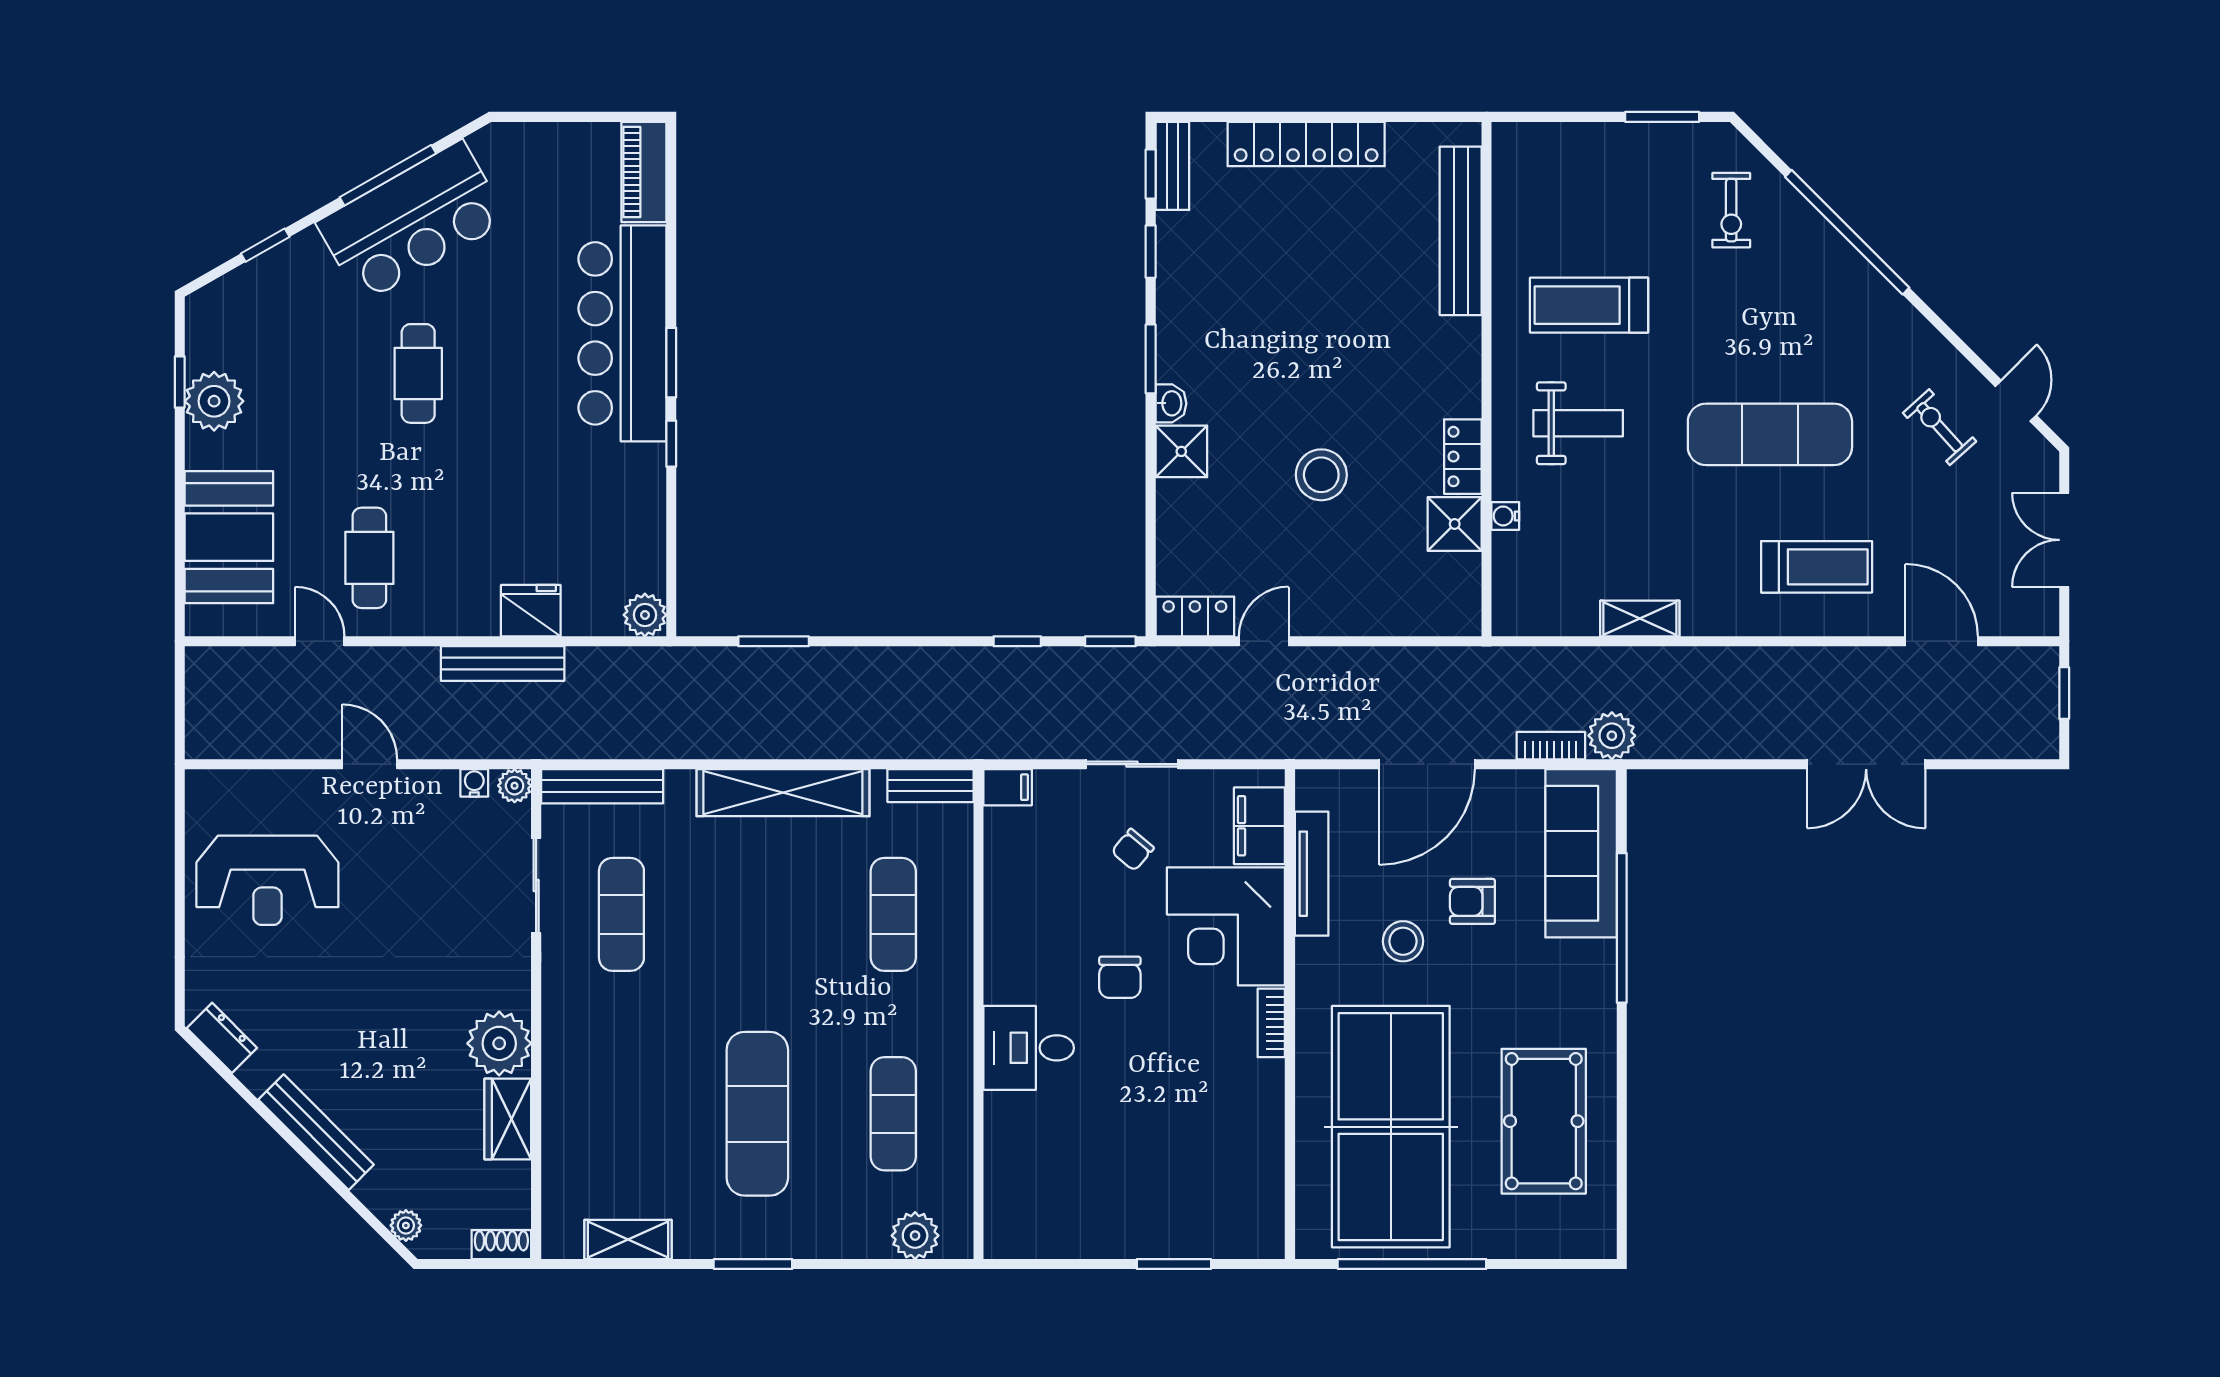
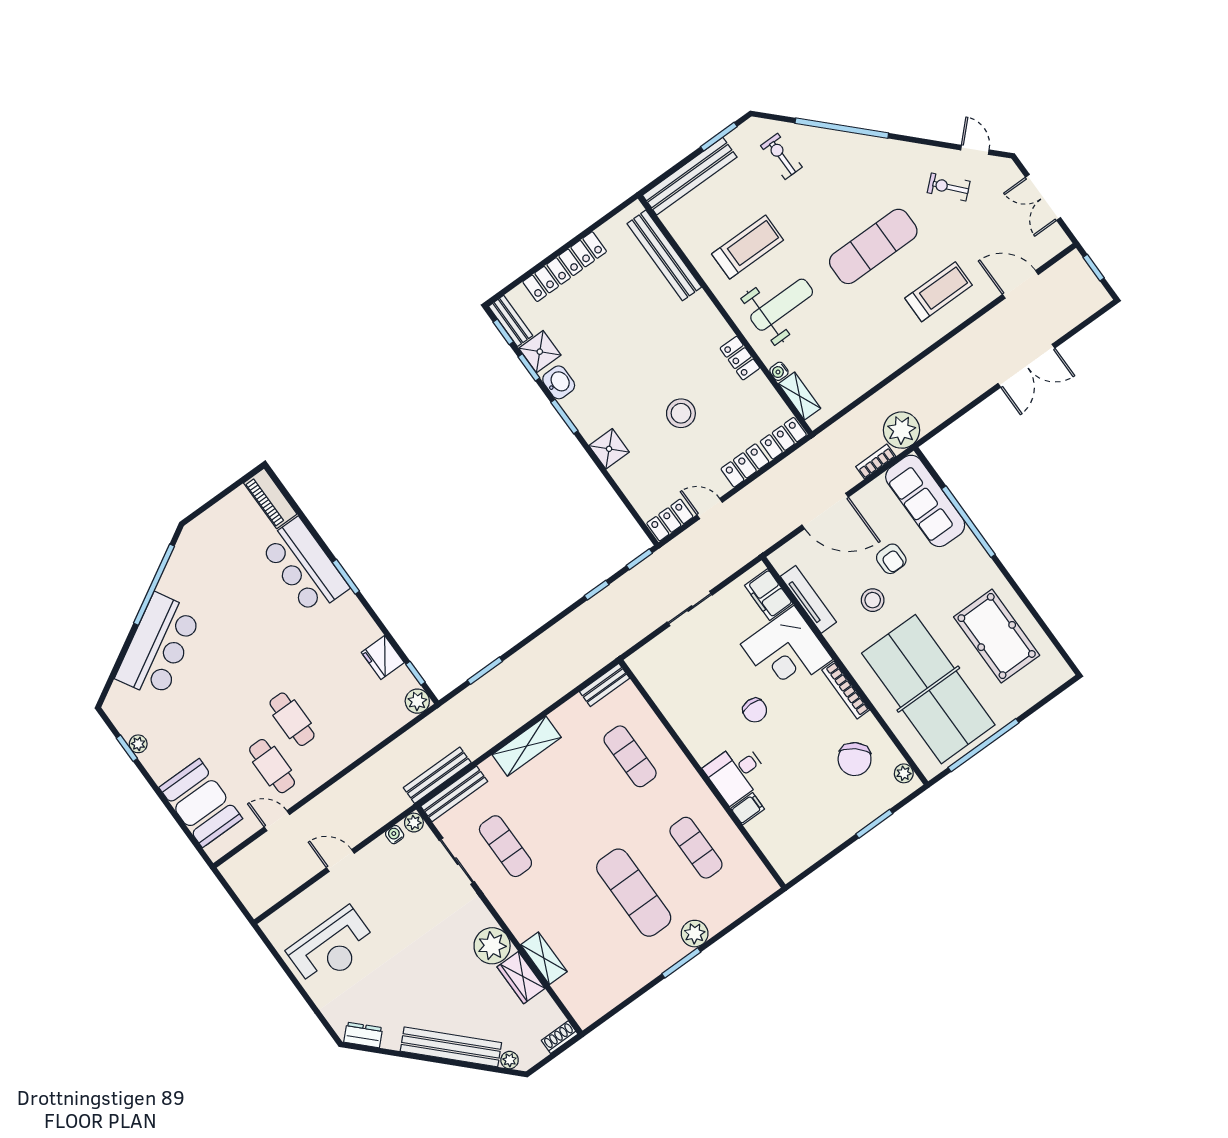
bench: (1579, 144) -> (690, 176), added
window: (388, 175) -> (154, 585), width x1.46
exercise bike: (1731, 210) -> (781, 156), turned 180
bar counter: (412, 222) -> (159, 646), moved
window: (265, 245) -> (121, 657), removed
treadmill: (1589, 305) -> (748, 247), turned 180
bar counter: (622, 333) -> (304, 566), width x0.73
cafe table: (418, 373) -> (292, 719), moved
plant: (214, 401) -> (138, 744), width x0.53, depth x0.53
washbasin: (1171, 403) -> (559, 382), moved, width x1.38, depth x1.45
weight bench: (1578, 423) -> (782, 305), width x1.36, depth x1.33
window: (671, 444) -> (416, 673), moved
shower: (1455, 524) -> (540, 352), moved
fridge: (531, 611) -> (383, 657), moved, turned -90
locker: (1359, 616) -> (745, 465), added
locker: (1442, 617) -> (783, 438), added
shelving: (1640, 619) -> (800, 396), moved, turned 90
door: (1264, 641) -> (710, 509), hinge flipped
bench: (503, 663) -> (437, 775), moved
plant: (1612, 736) -> (902, 430), width x1.36, depth x1.36
door: (1427, 764) -> (825, 511), hinge flipped
filing cabinet: (1008, 787) -> (748, 809), moved
shelving: (783, 793) -> (527, 746), width x0.68
chair: (1133, 850) -> (855, 759), moved, width x1.87, depth x1.87
armchair: (1472, 901) -> (891, 559), turned -90
bookcase: (1271, 1023) -> (846, 690), width x1.56
bench: (316, 1132) -> (451, 1047), width x1.37, depth x1.21
plant: (1268, 1222) -> (904, 773), added
plant: (915, 1236) -> (695, 934), moved
shelving: (628, 1239) -> (544, 958), moved, turned 90

